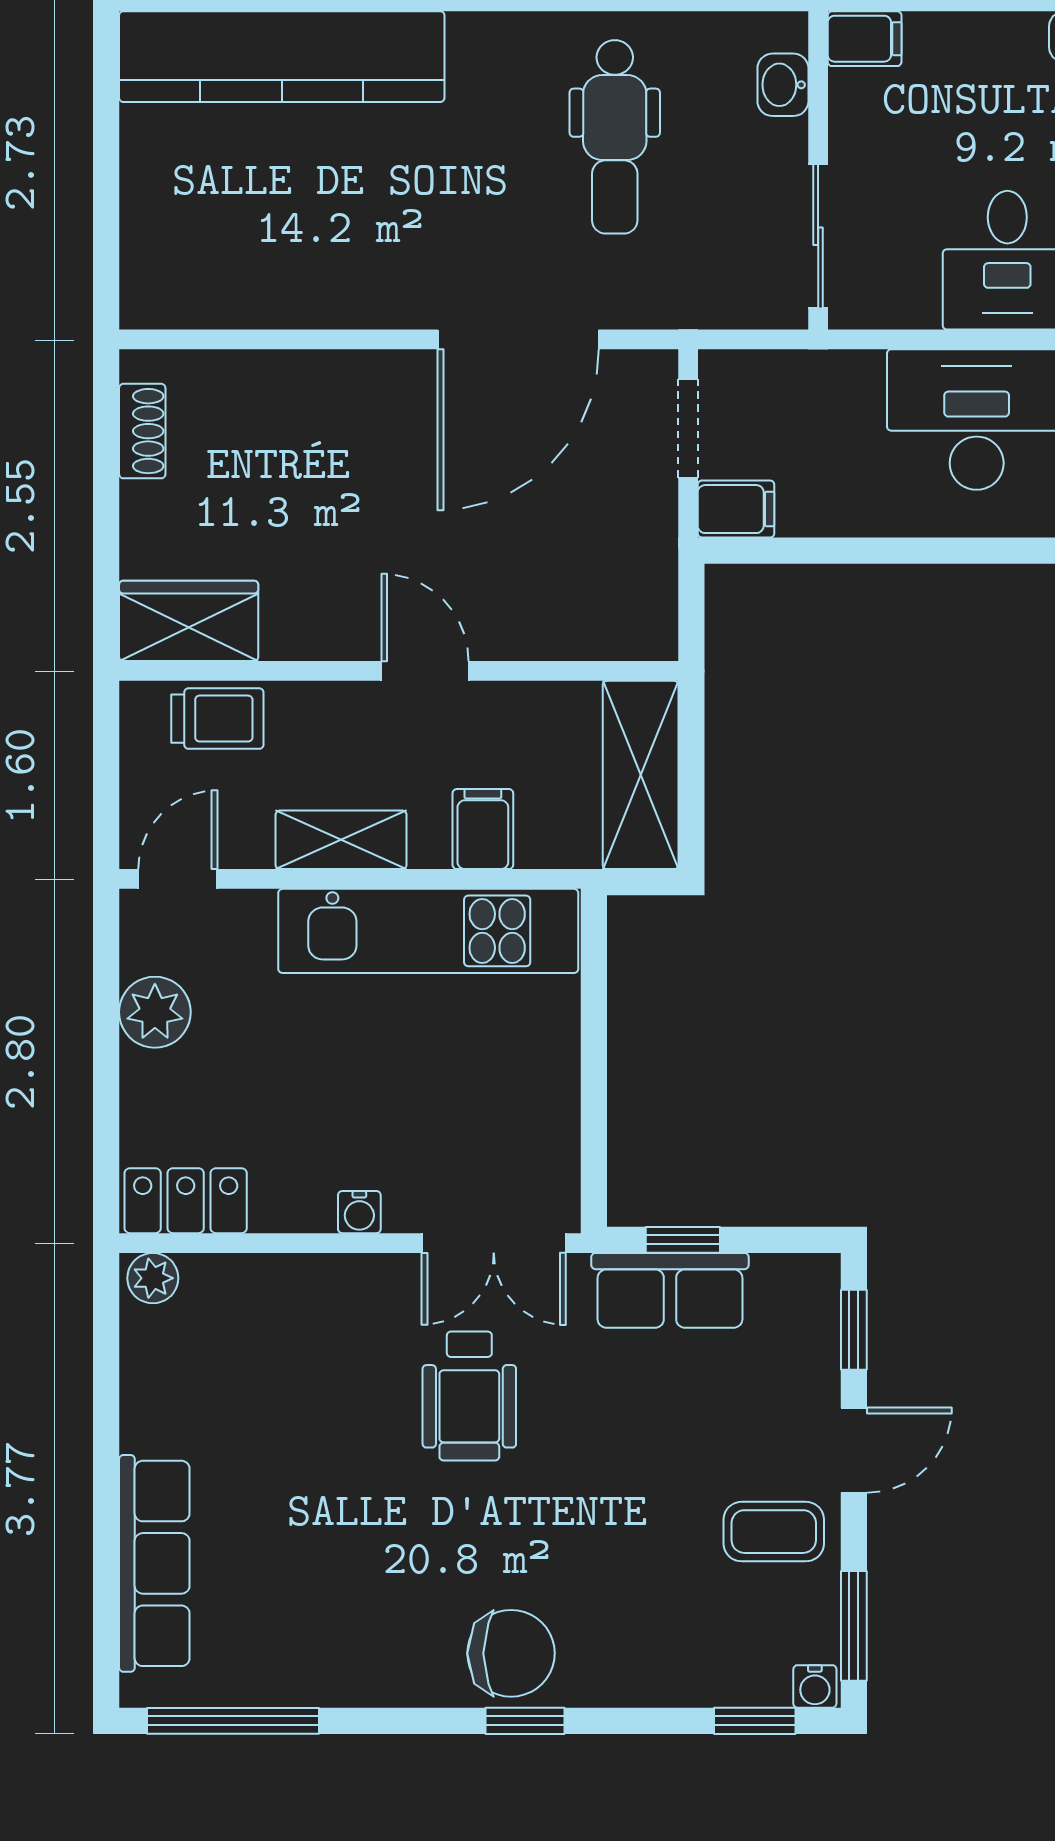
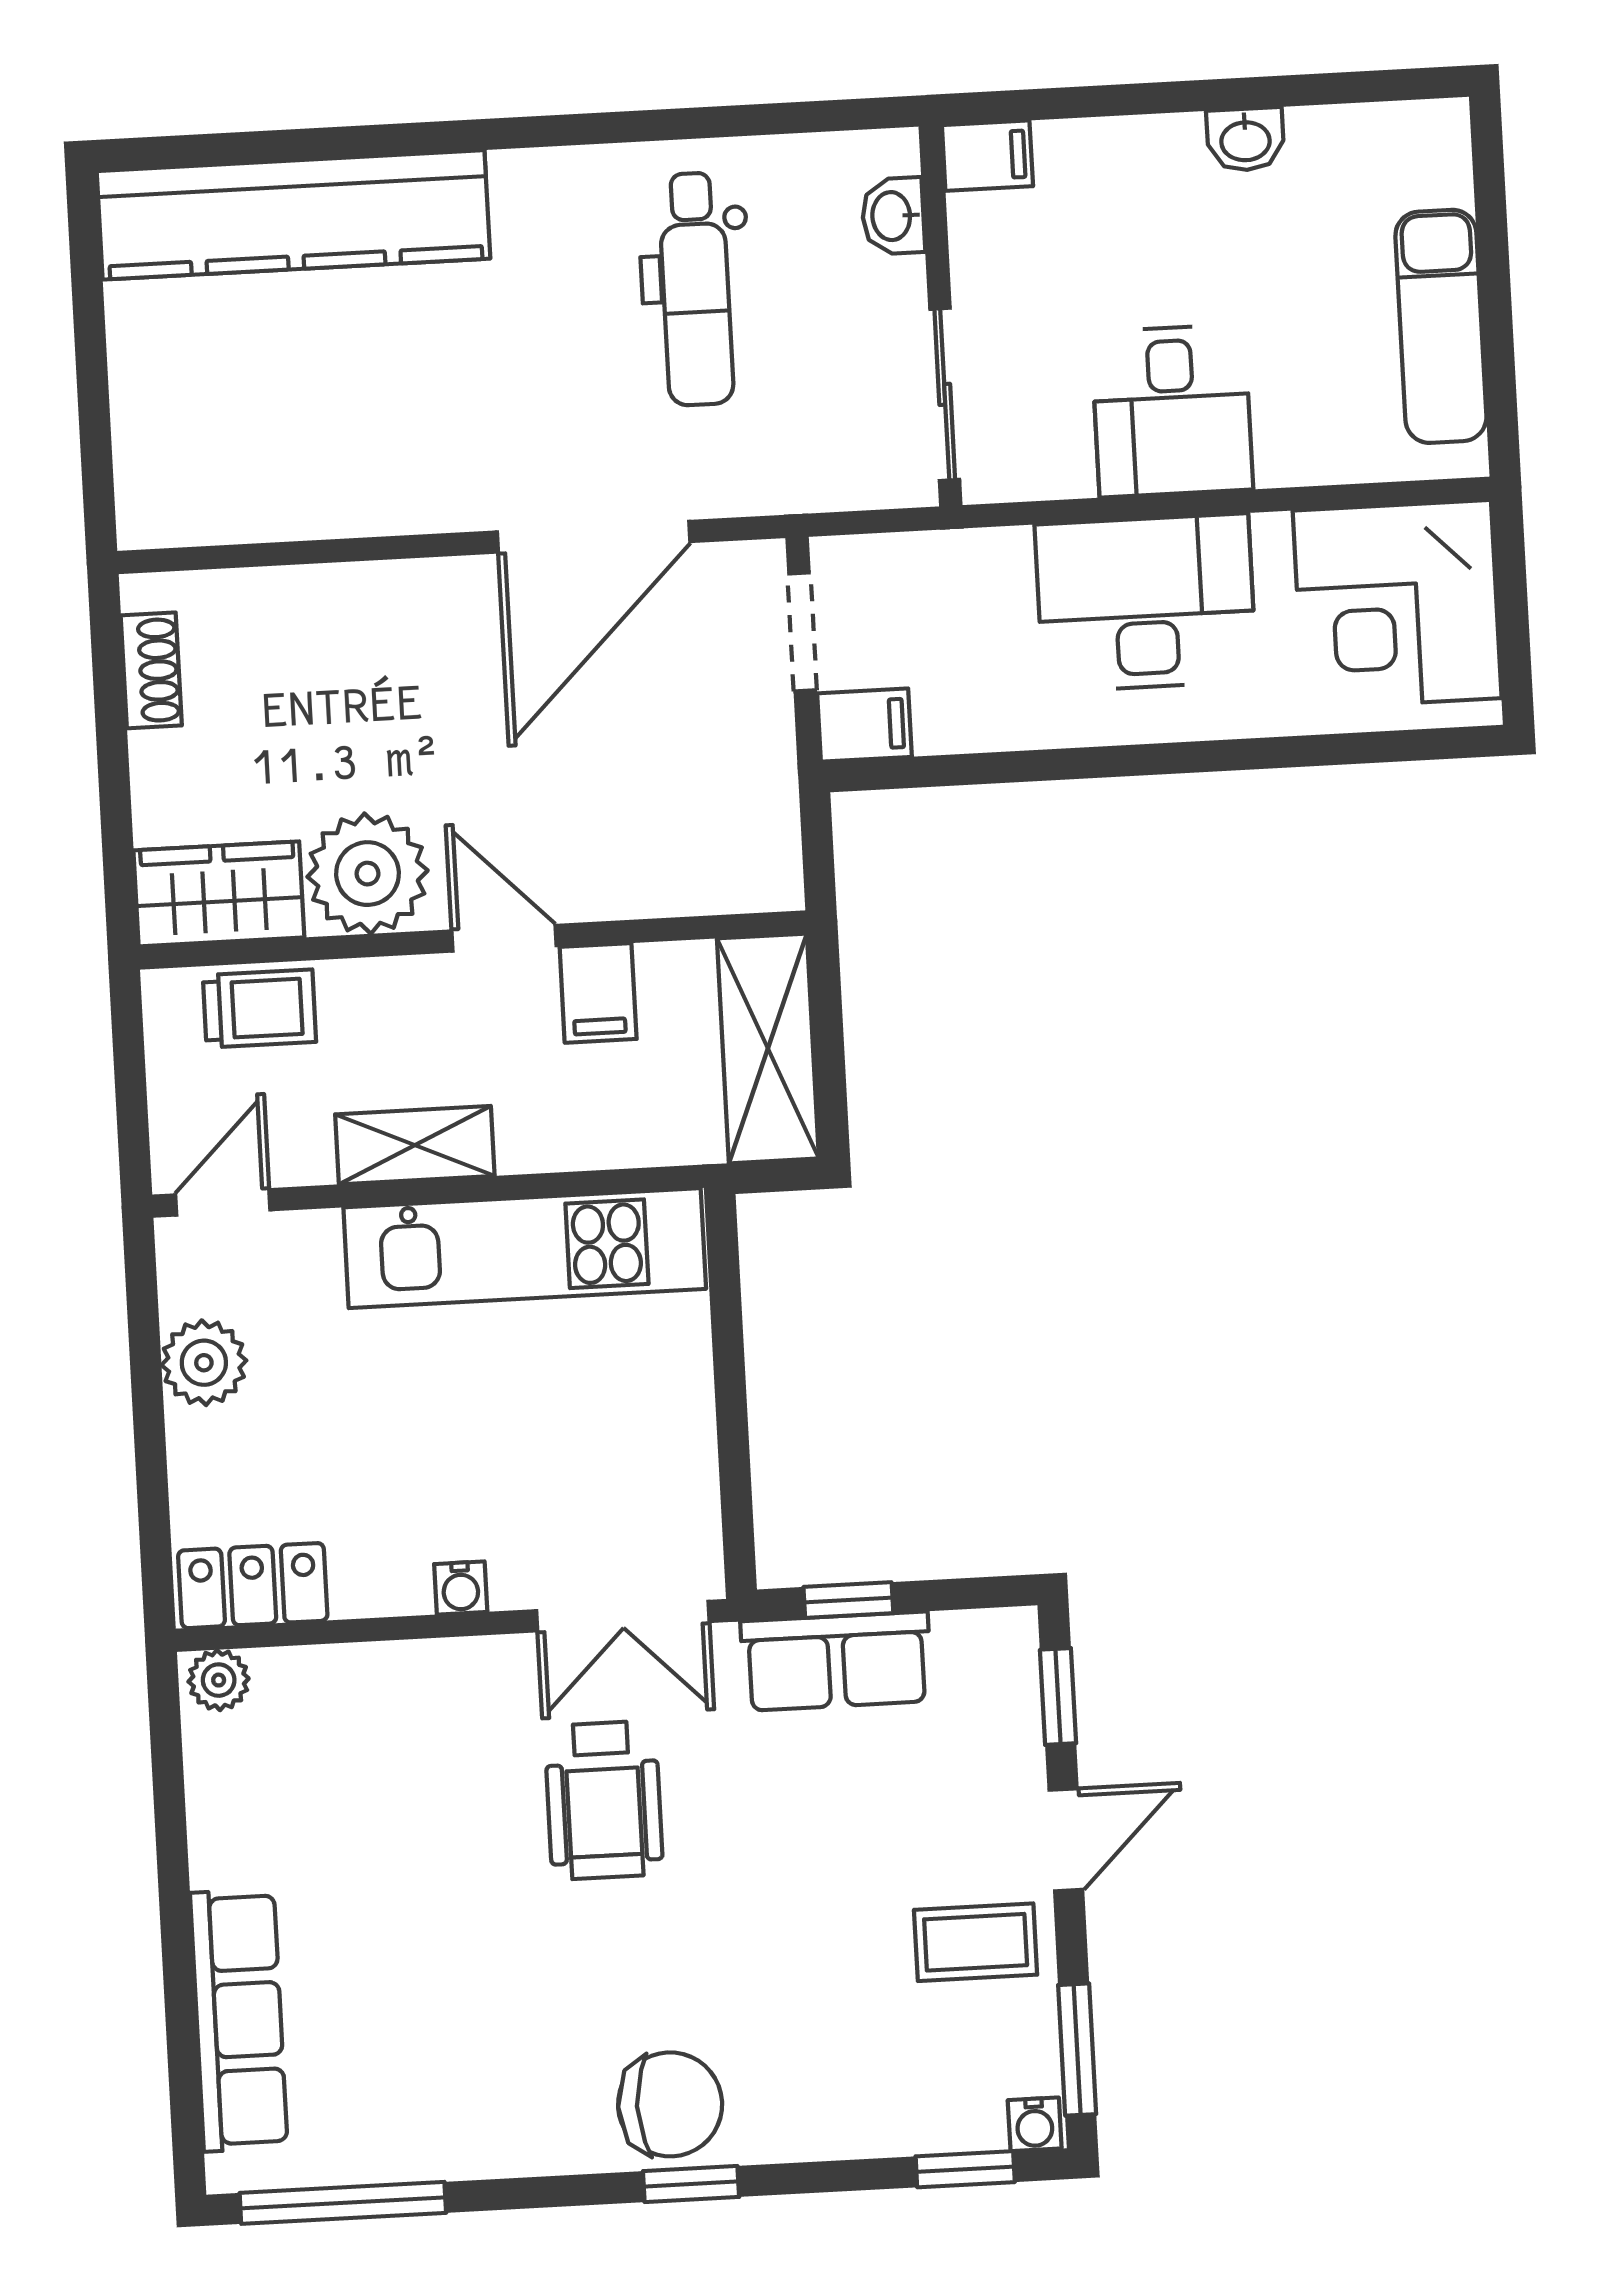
plant: (314, 611) -> (368, 874), added
filing cabinet: (483, 829) -> (598, 993), moved, turned 180

